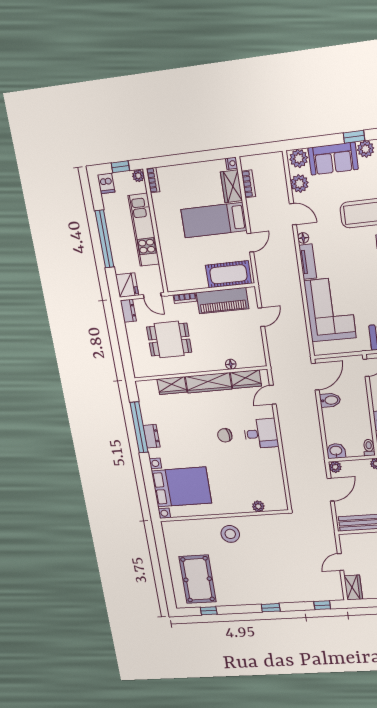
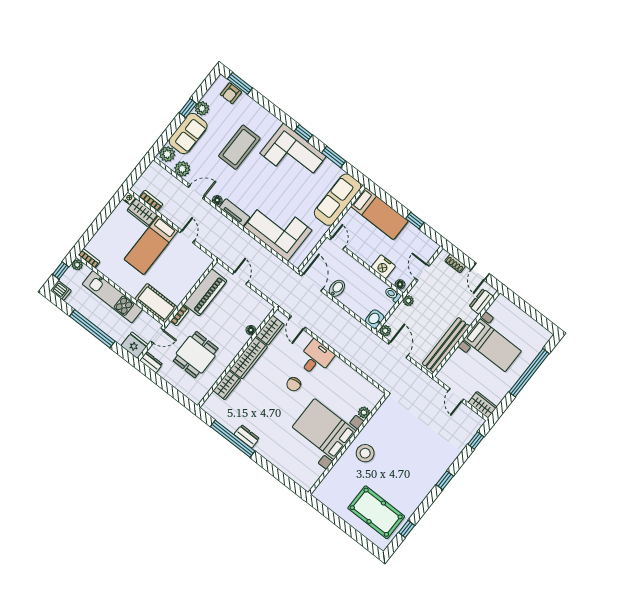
cot: (228, 274) -> (156, 303), moved, turned 90
bed with nightstands: (181, 487) -> (324, 429), moved, turned -90

